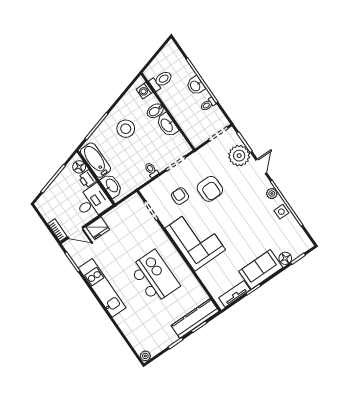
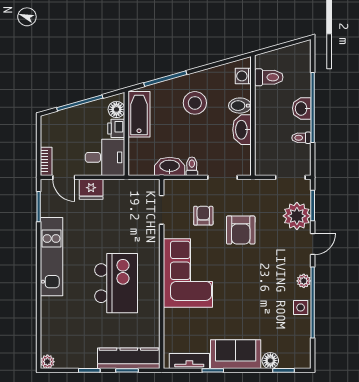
washbasin: (112, 186) -> (170, 166), moved, turned -90

